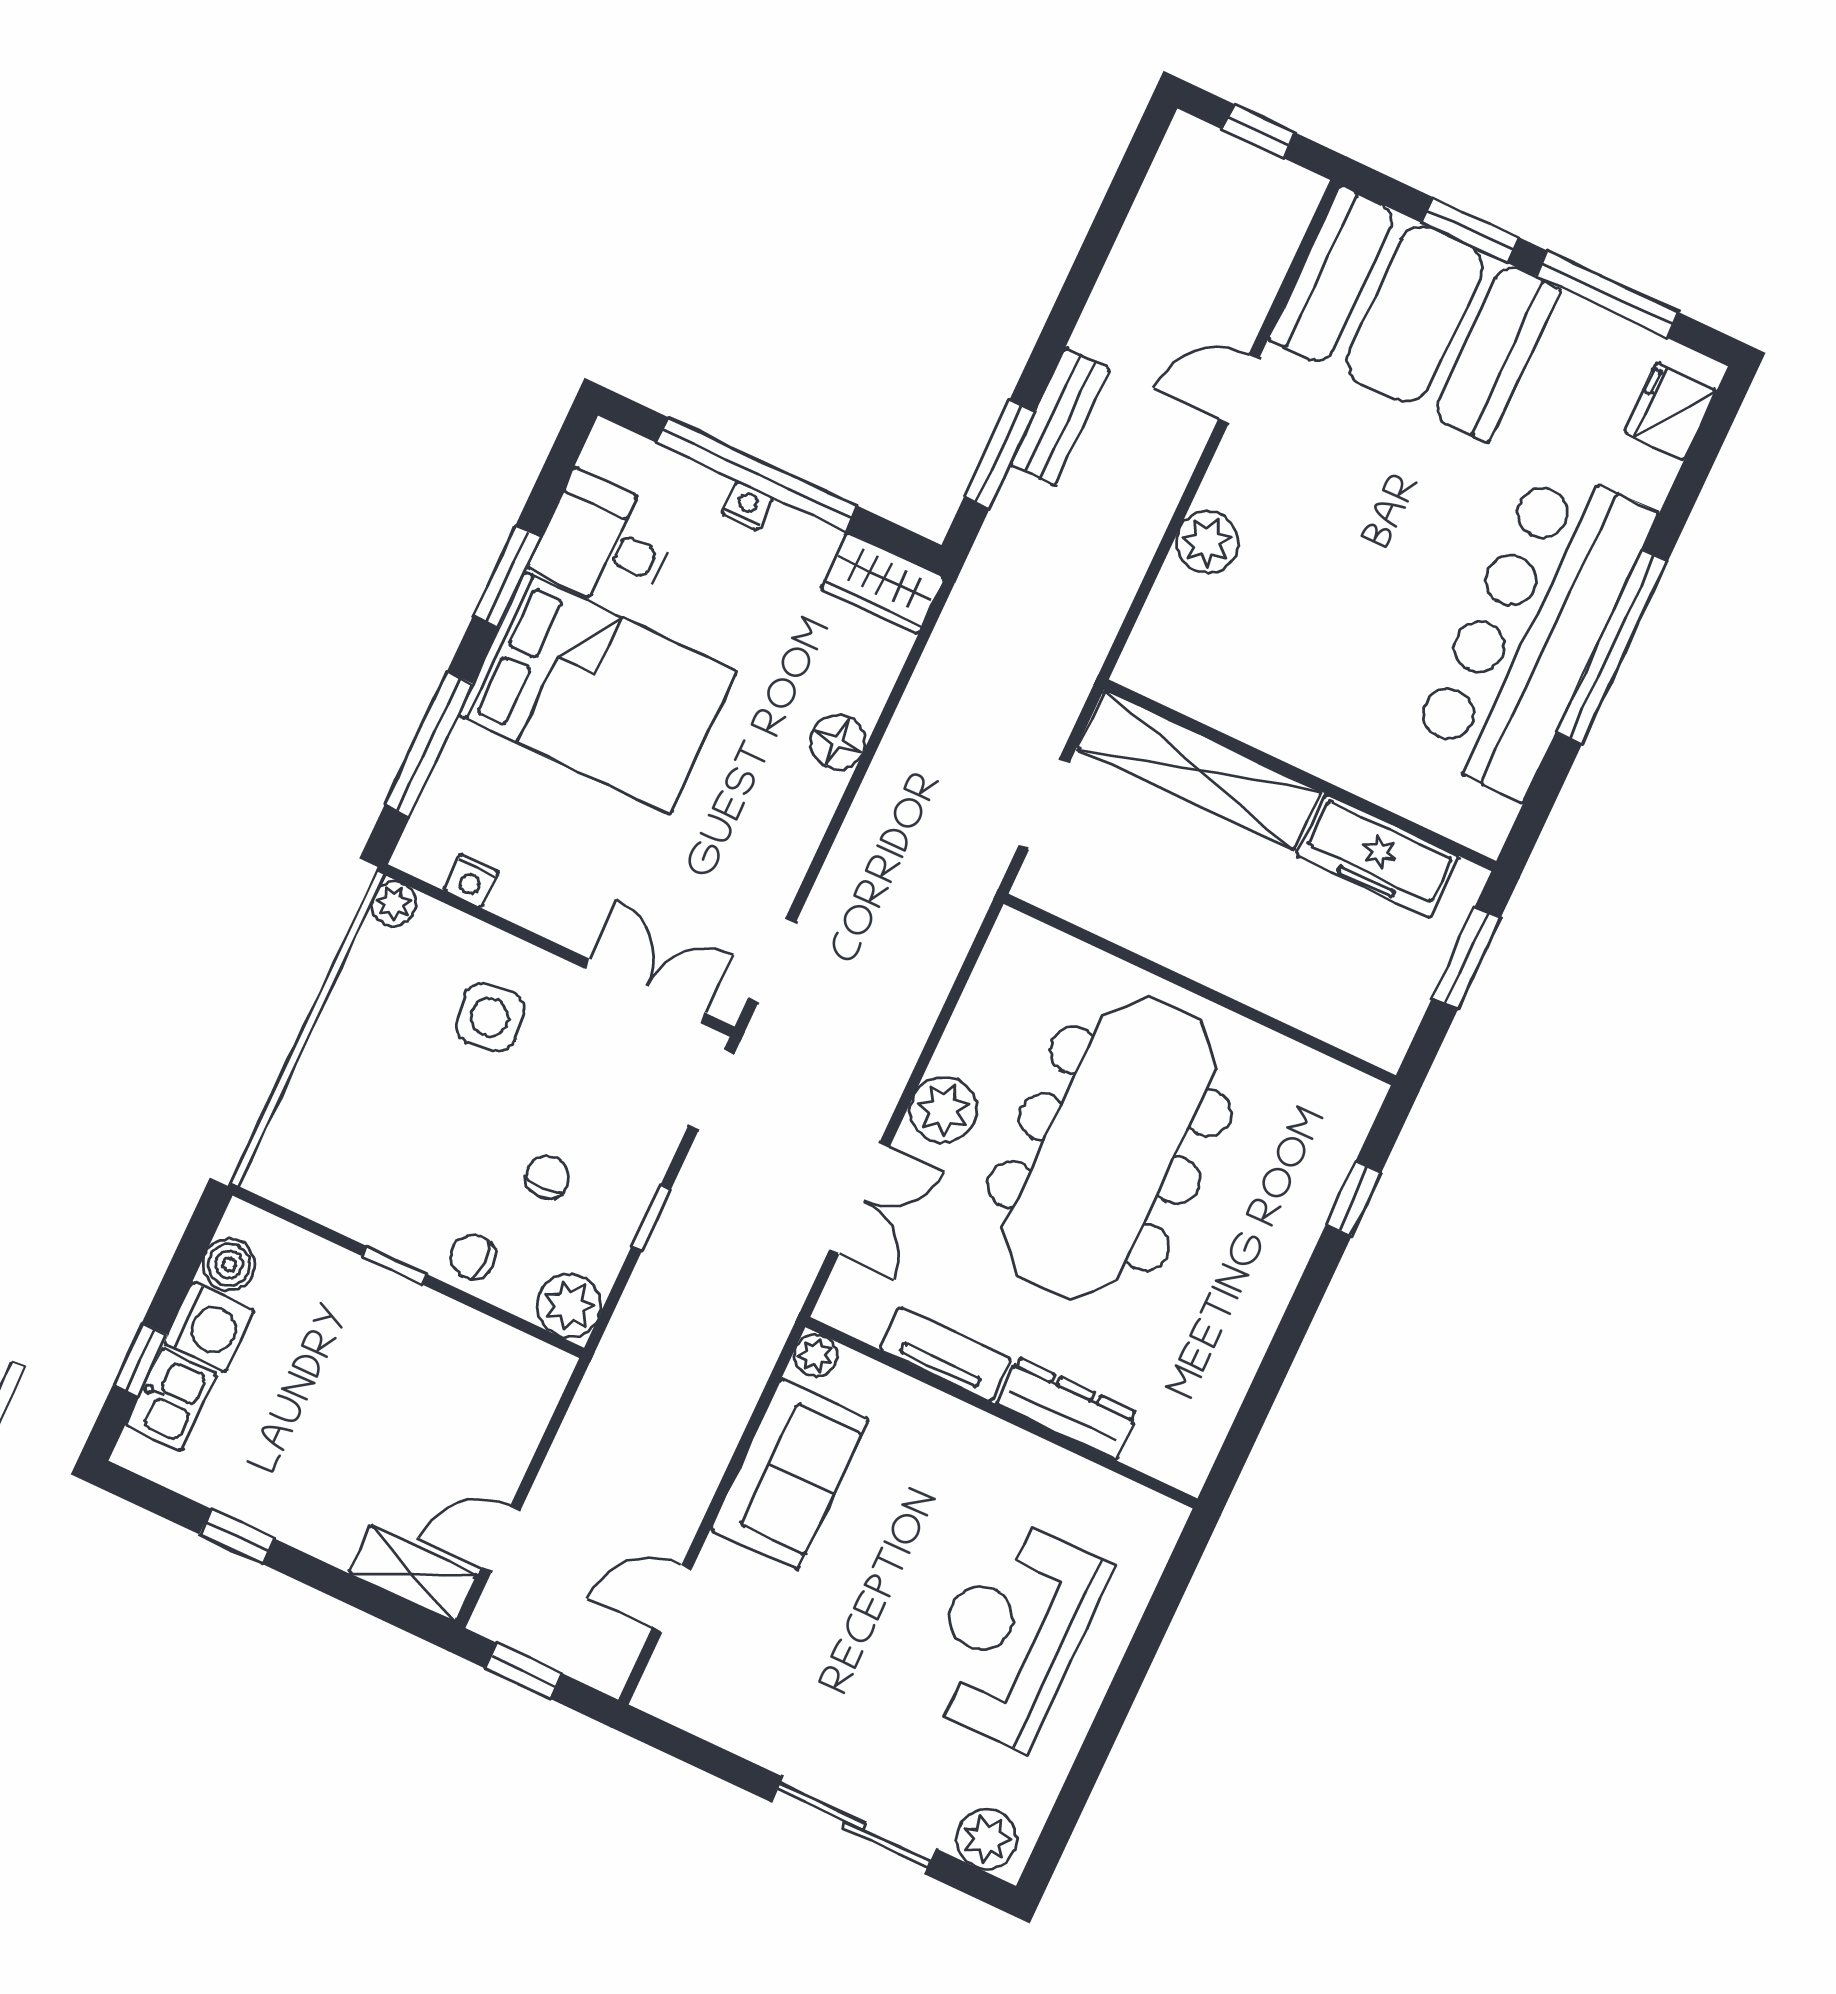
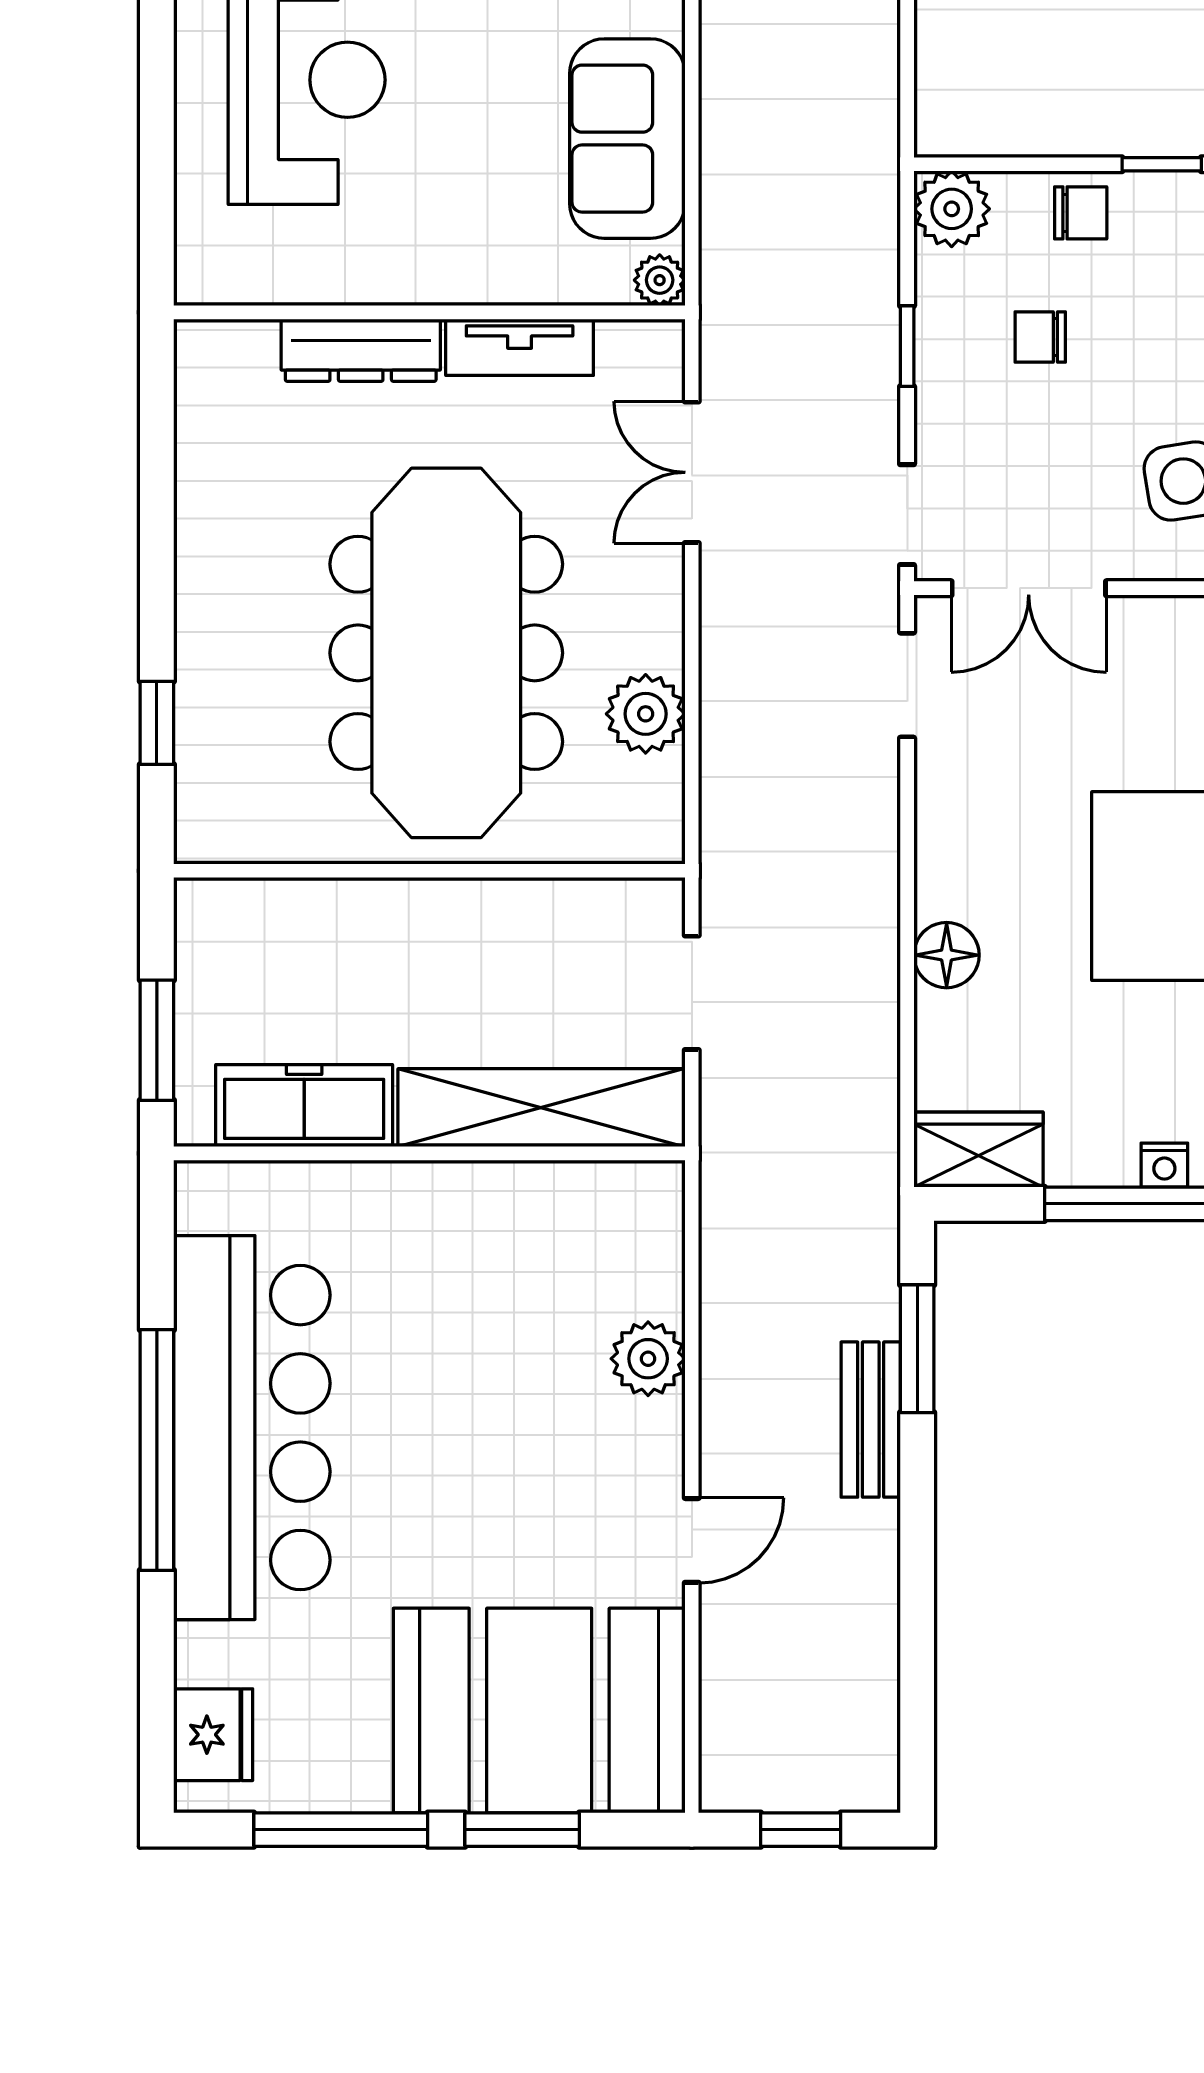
plant: (944, 1110) -> (646, 714), moved
chair: (547, 1177) -> (1040, 337), turned 90

